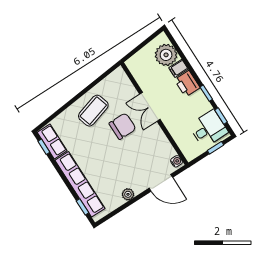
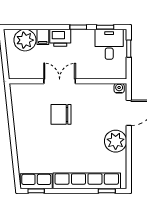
double door: (150, 107) -> (60, 81), swing flipped
coffee table: (93, 111) -> (32, 130), removed
chair: (123, 126) -> (61, 114), turned -90
plant: (128, 194) -> (116, 141), width x1.88, depth x1.88

